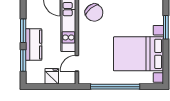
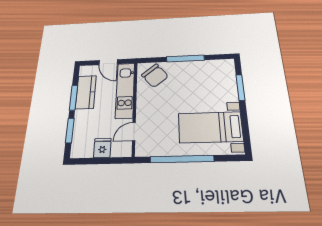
kitchen counter: (34, 45) -> (86, 92), moved
bed with nightstands: (138, 54) -> (210, 127), width x0.73

